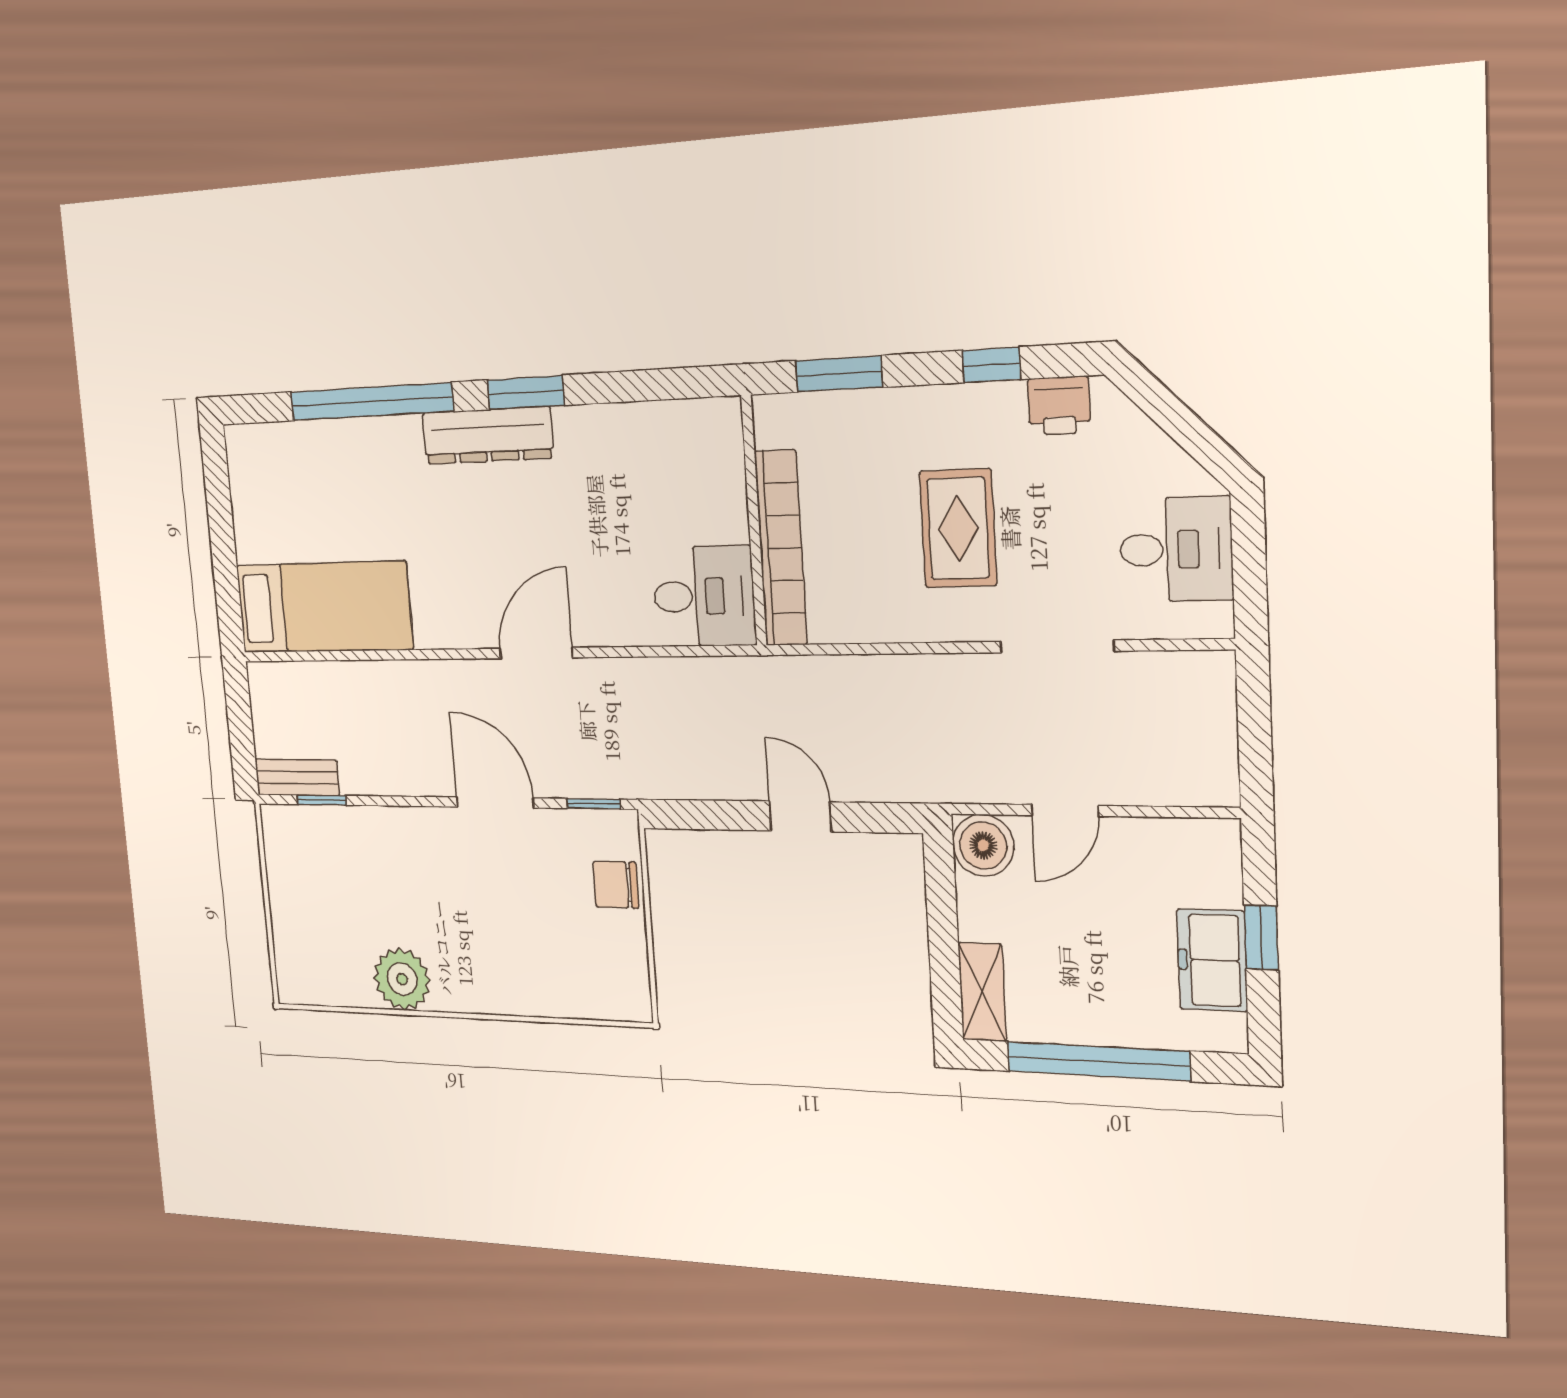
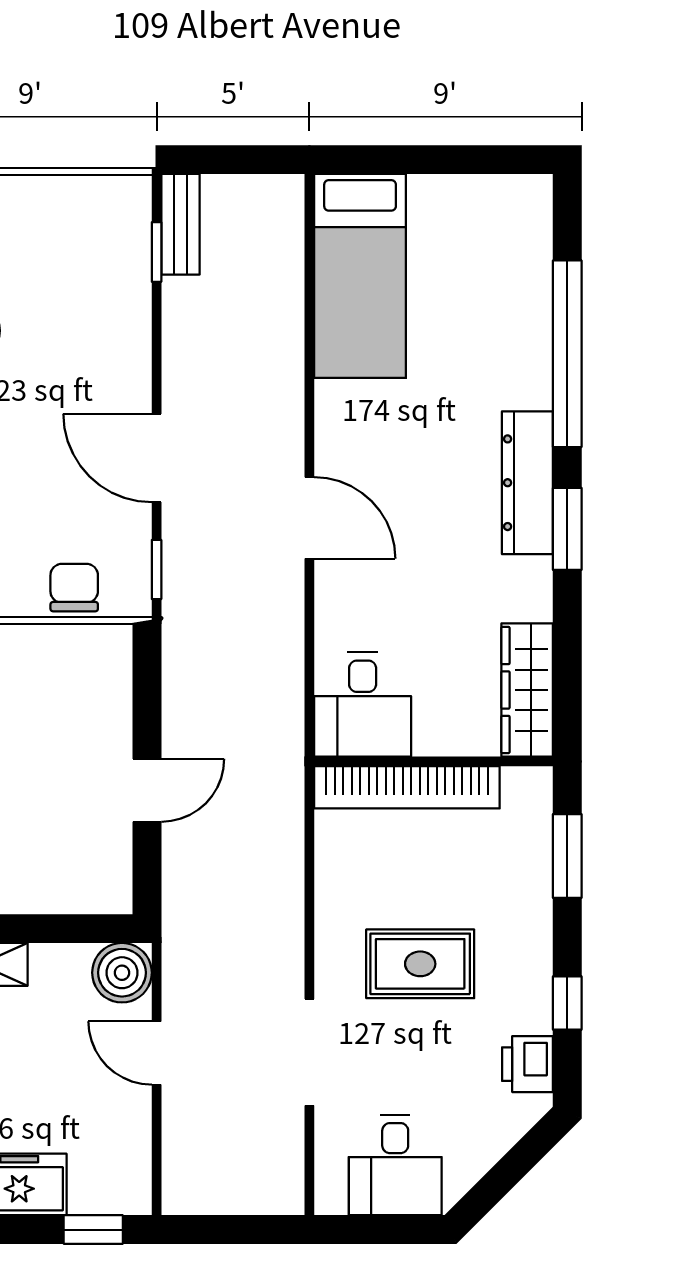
wardrobe: (679, 426) -> (527, 690), added
door: (495, 802) -> (157, 458), swing flipped
window: (1261, 938) -> (93, 1230), moved

